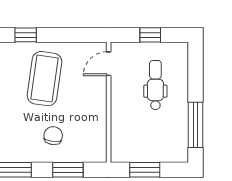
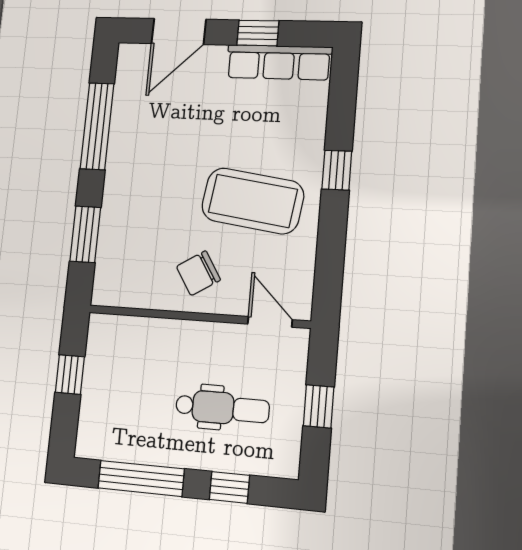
window: (196, 78) -> (229, 487), added
chair: (53, 136) -> (198, 273), moved, turned 141
window: (145, 170) -> (70, 375), width x0.67

